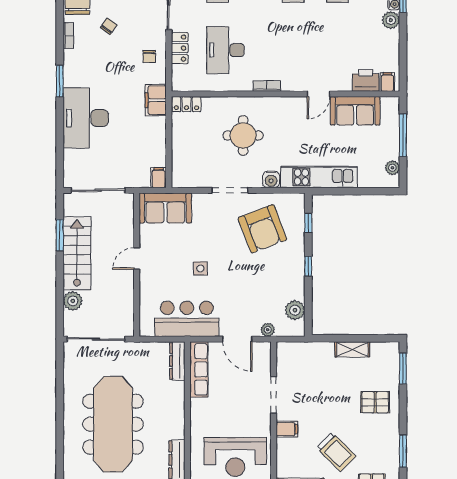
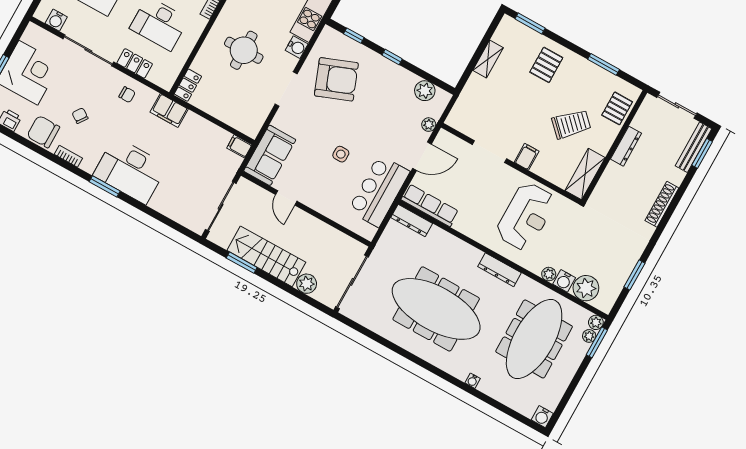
desk: (86, 118) -> (130, 170), moved
door: (137, 259) -> (286, 198), moved

